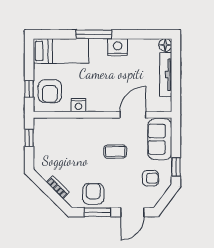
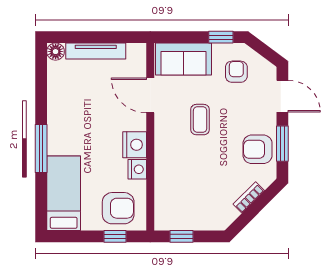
nightstand: (118, 47) -> (135, 145), moved, turned 180

